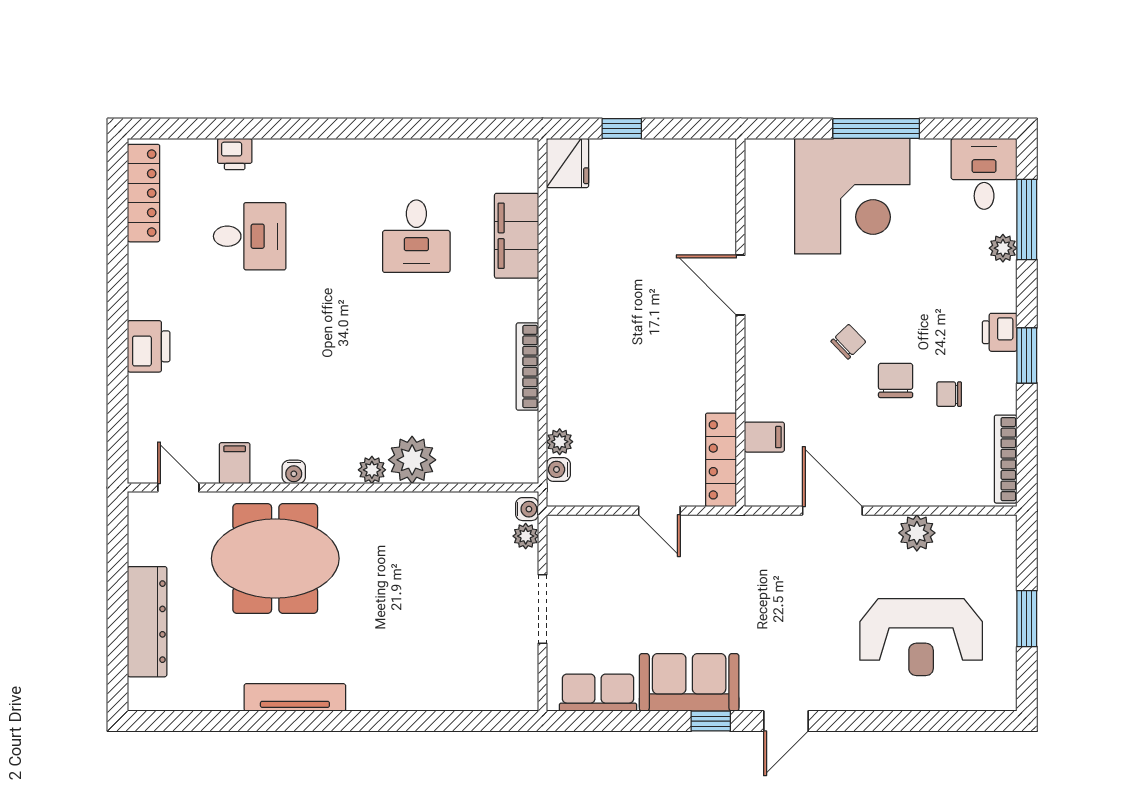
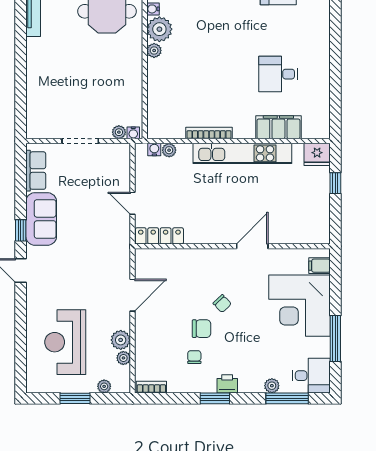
window: (876, 129) -> (335, 339), moved
kitchen unit: (566, 304) -> (242, 153), added
filing cabinet: (764, 437) -> (319, 266), moved, turned 90
bookcase: (1006, 459) -> (151, 387), width x0.64
plant: (412, 460) -> (159, 29), moved
door: (659, 511) -> (132, 203), hinge flipped
plant: (951, 528) -> (123, 358), added
plant: (1004, 564) -> (104, 386), added

